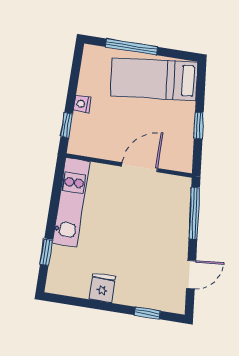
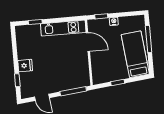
door: (140, 167) -> (88, 42), moved
fridge: (102, 288) -> (25, 66), moved

